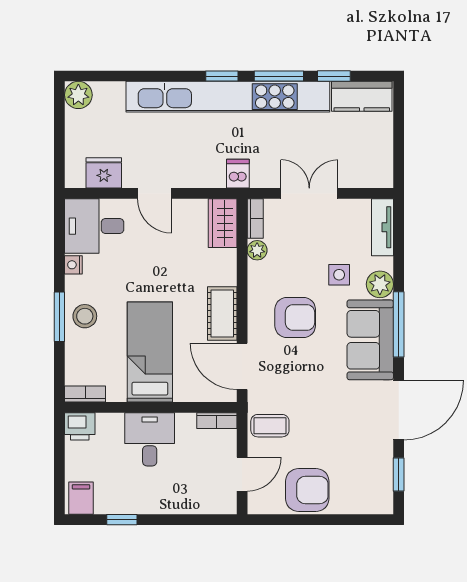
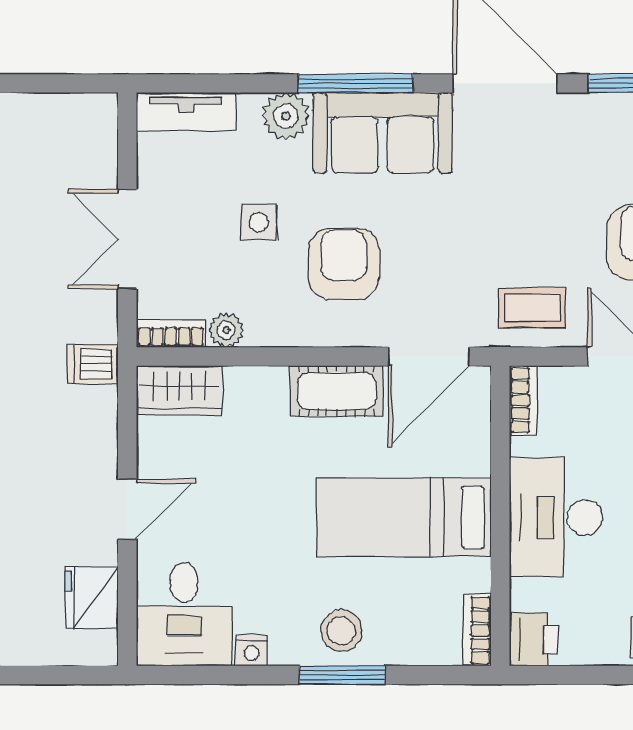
side table: (339, 275) -> (259, 222), moved
coffee table: (270, 426) -> (532, 308), turned 90
desk: (150, 439) -> (556, 518), width x1.37

